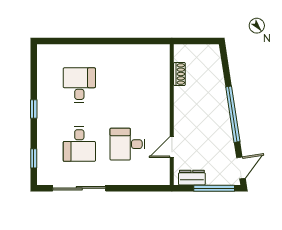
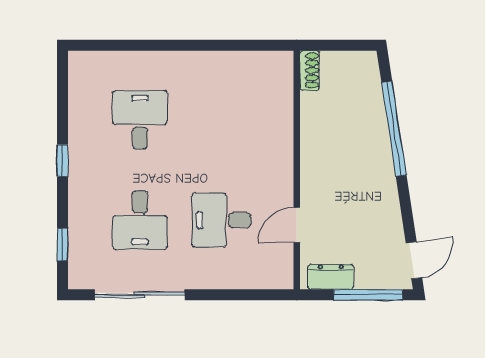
shoe rack: (179, 74) -> (310, 70), moved
window: (233, 114) -> (394, 129), moved

